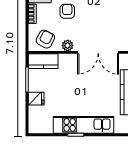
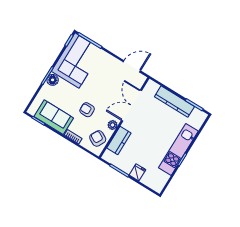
double door: (98, 52) -> (132, 106), swing flipped
kitchen counter: (43, 61) -> (119, 140), moved

